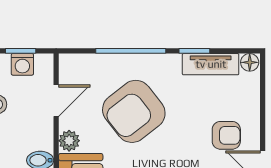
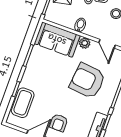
armchair: (134, 111) -> (88, 81), turned -46

